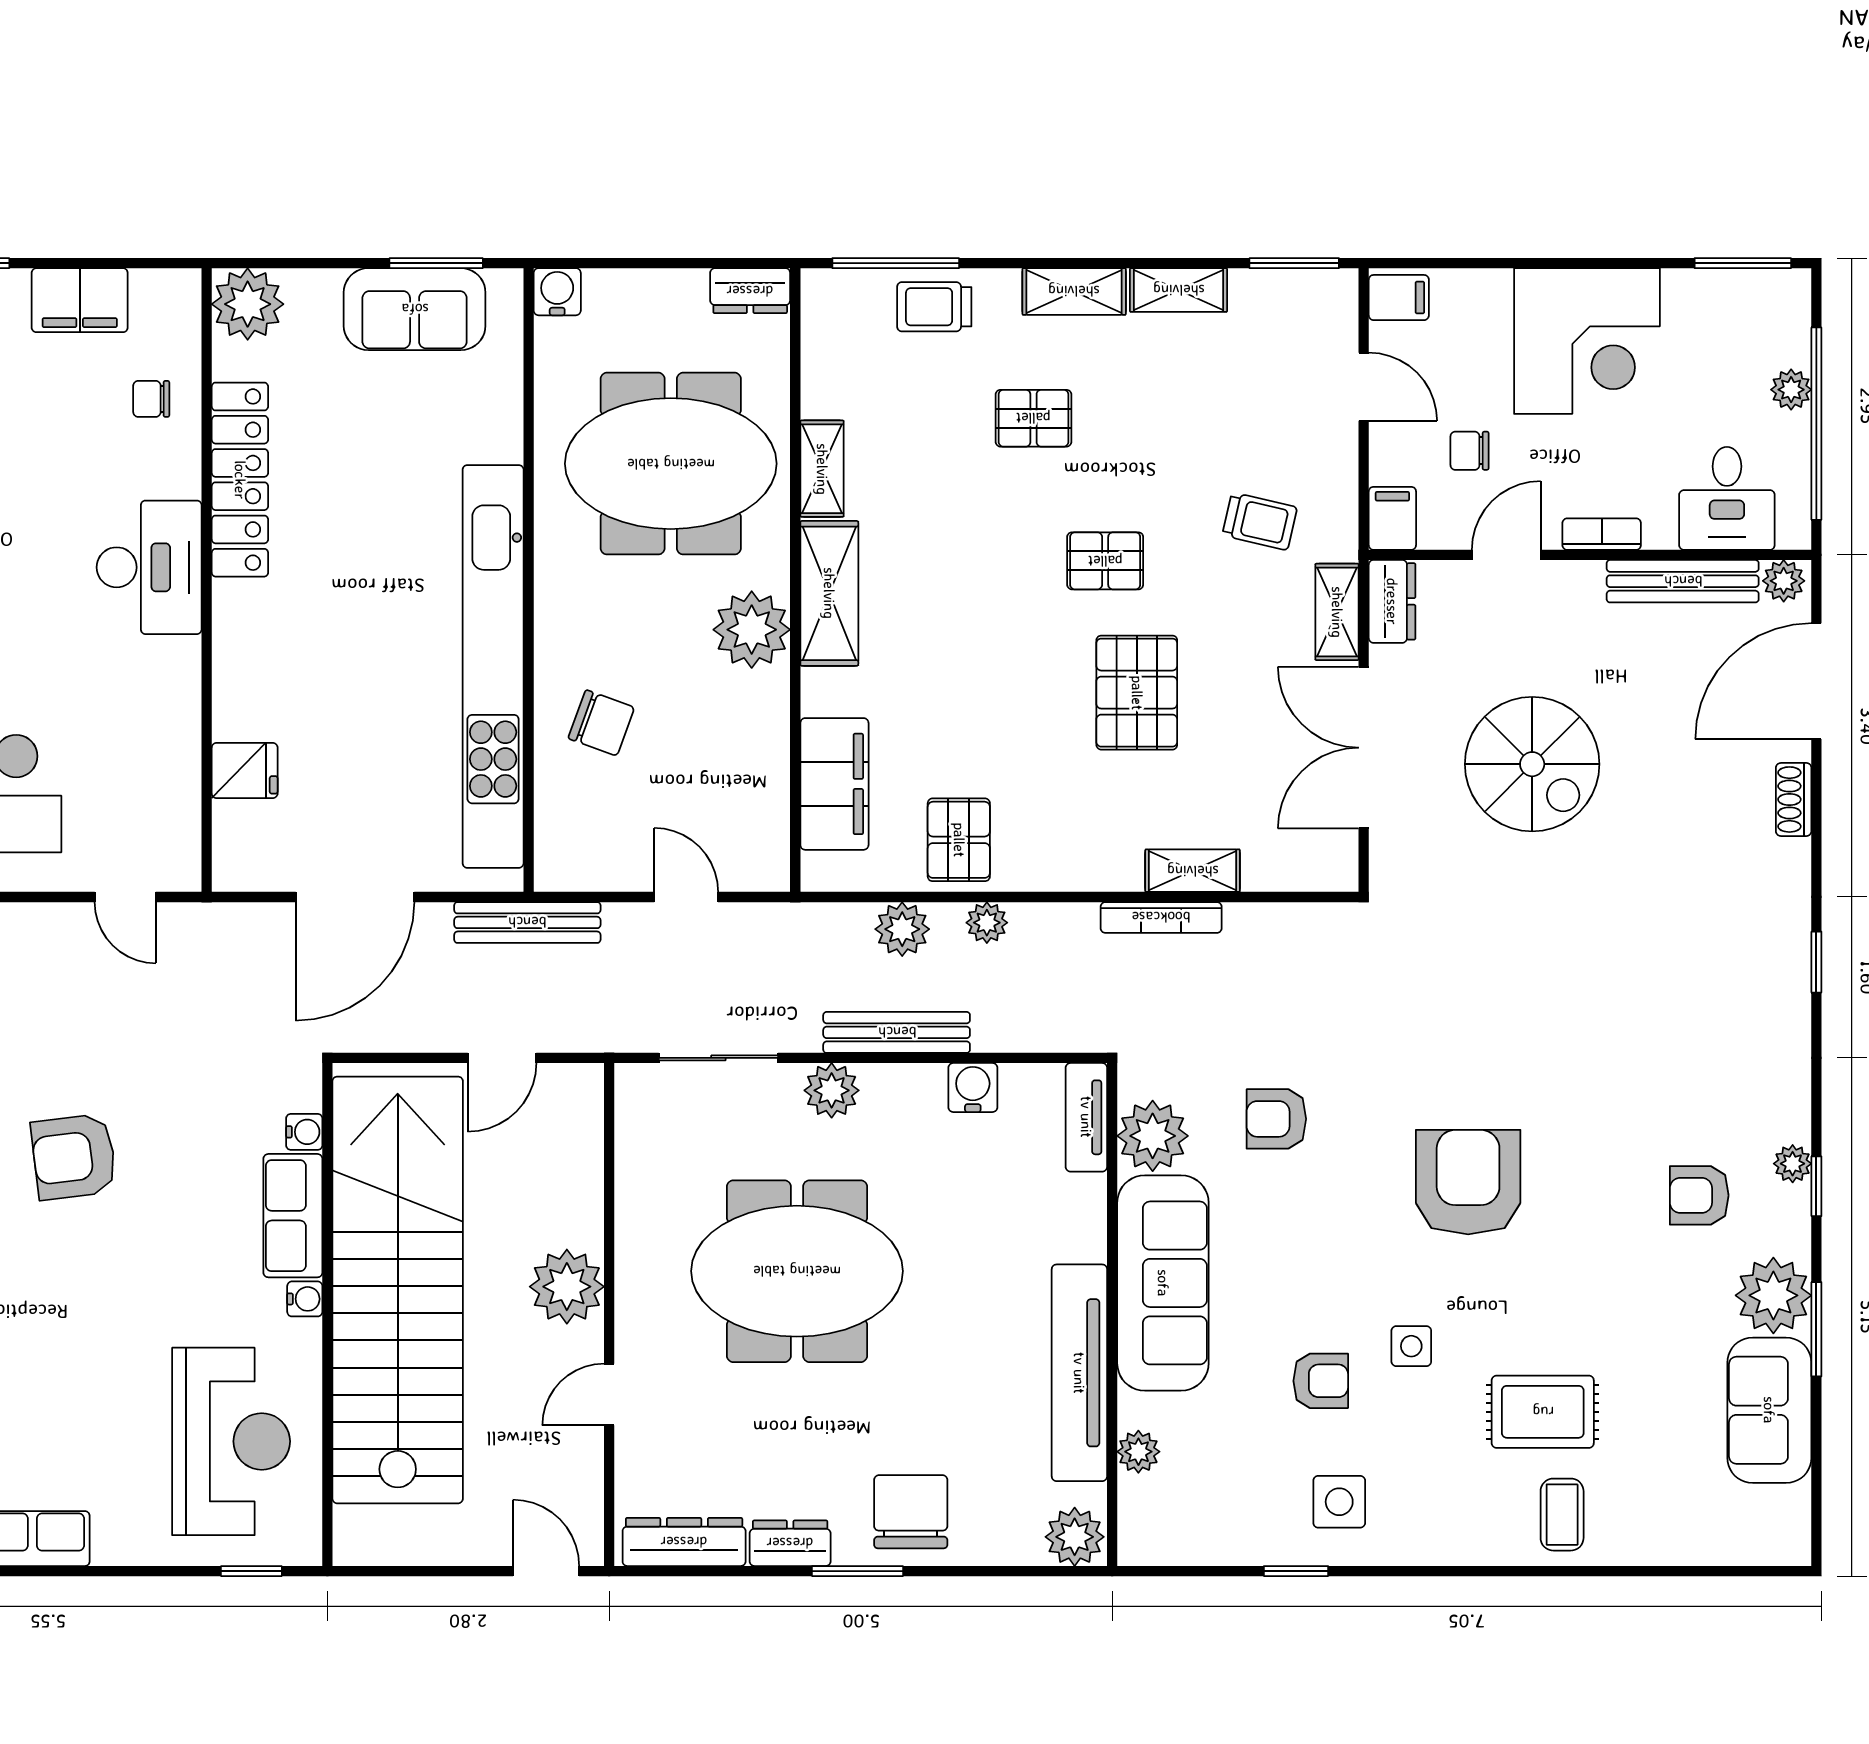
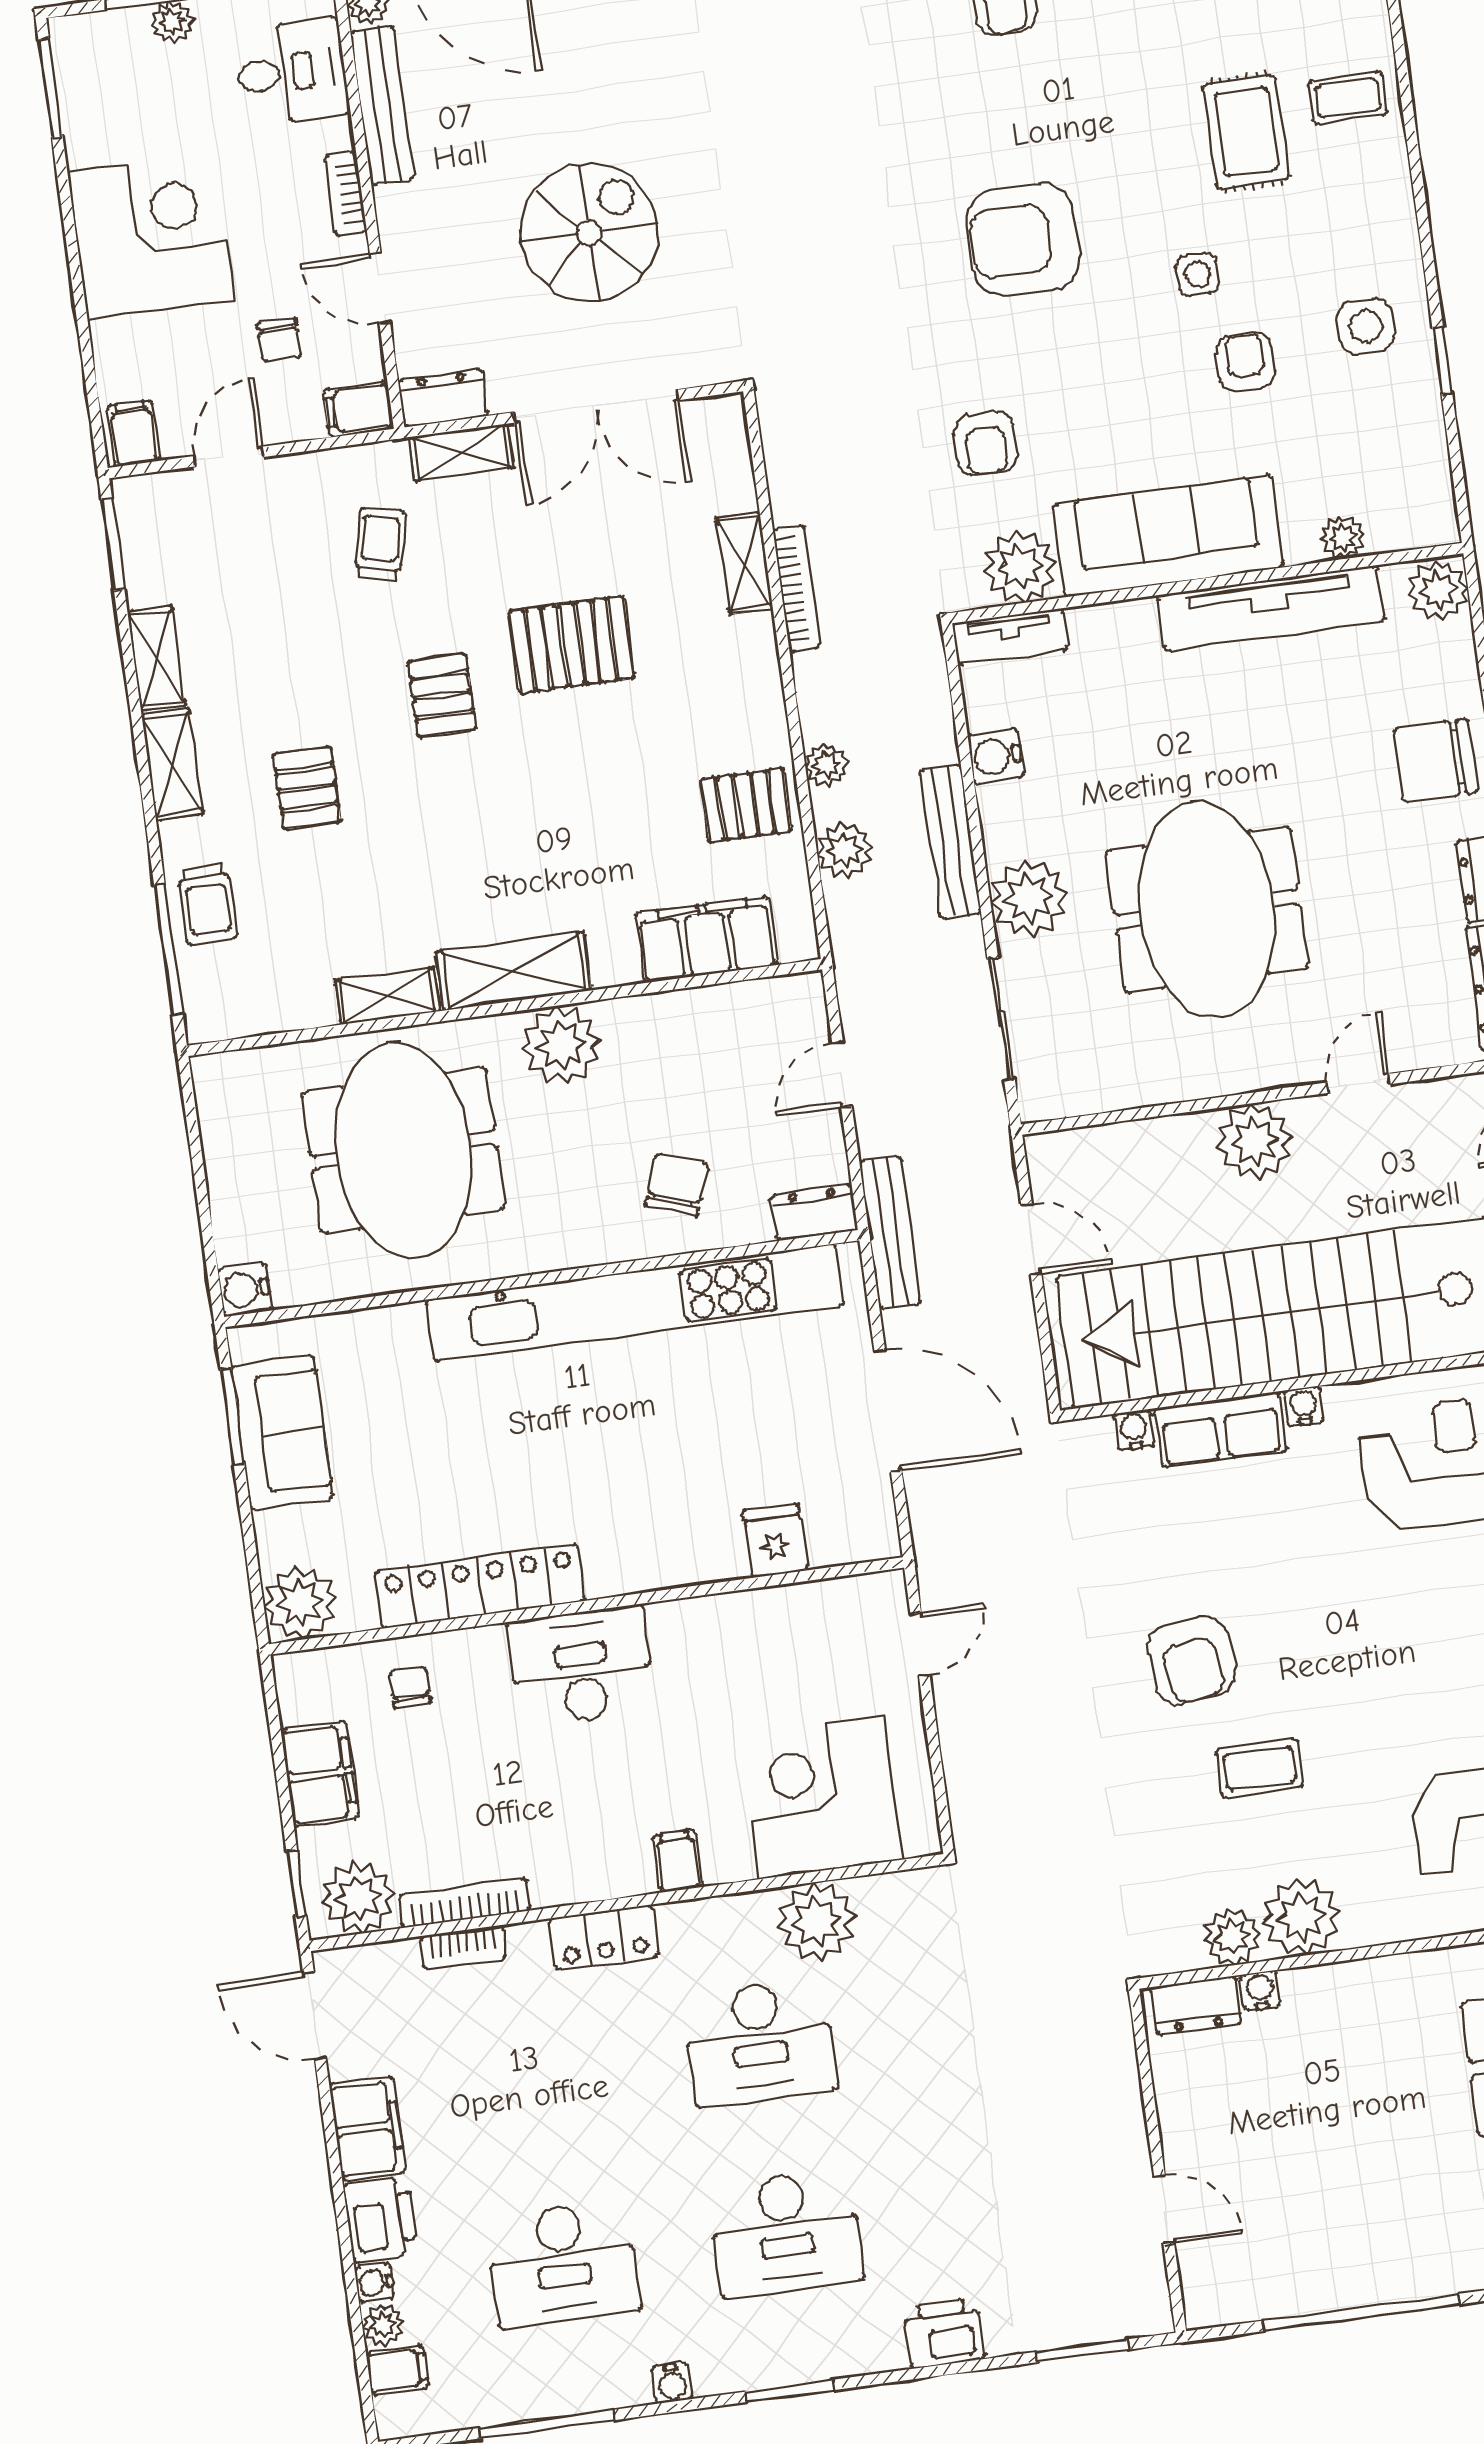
dresser: (750, 291) -> (814, 1213), moved, turned -90
chair: (151, 399) -> (410, 1687), turned 180
plant: (832, 1090) -> (1028, 898), width x1.36, depth x1.36
door: (609, 1394) -> (1358, 1083), swing flipped

